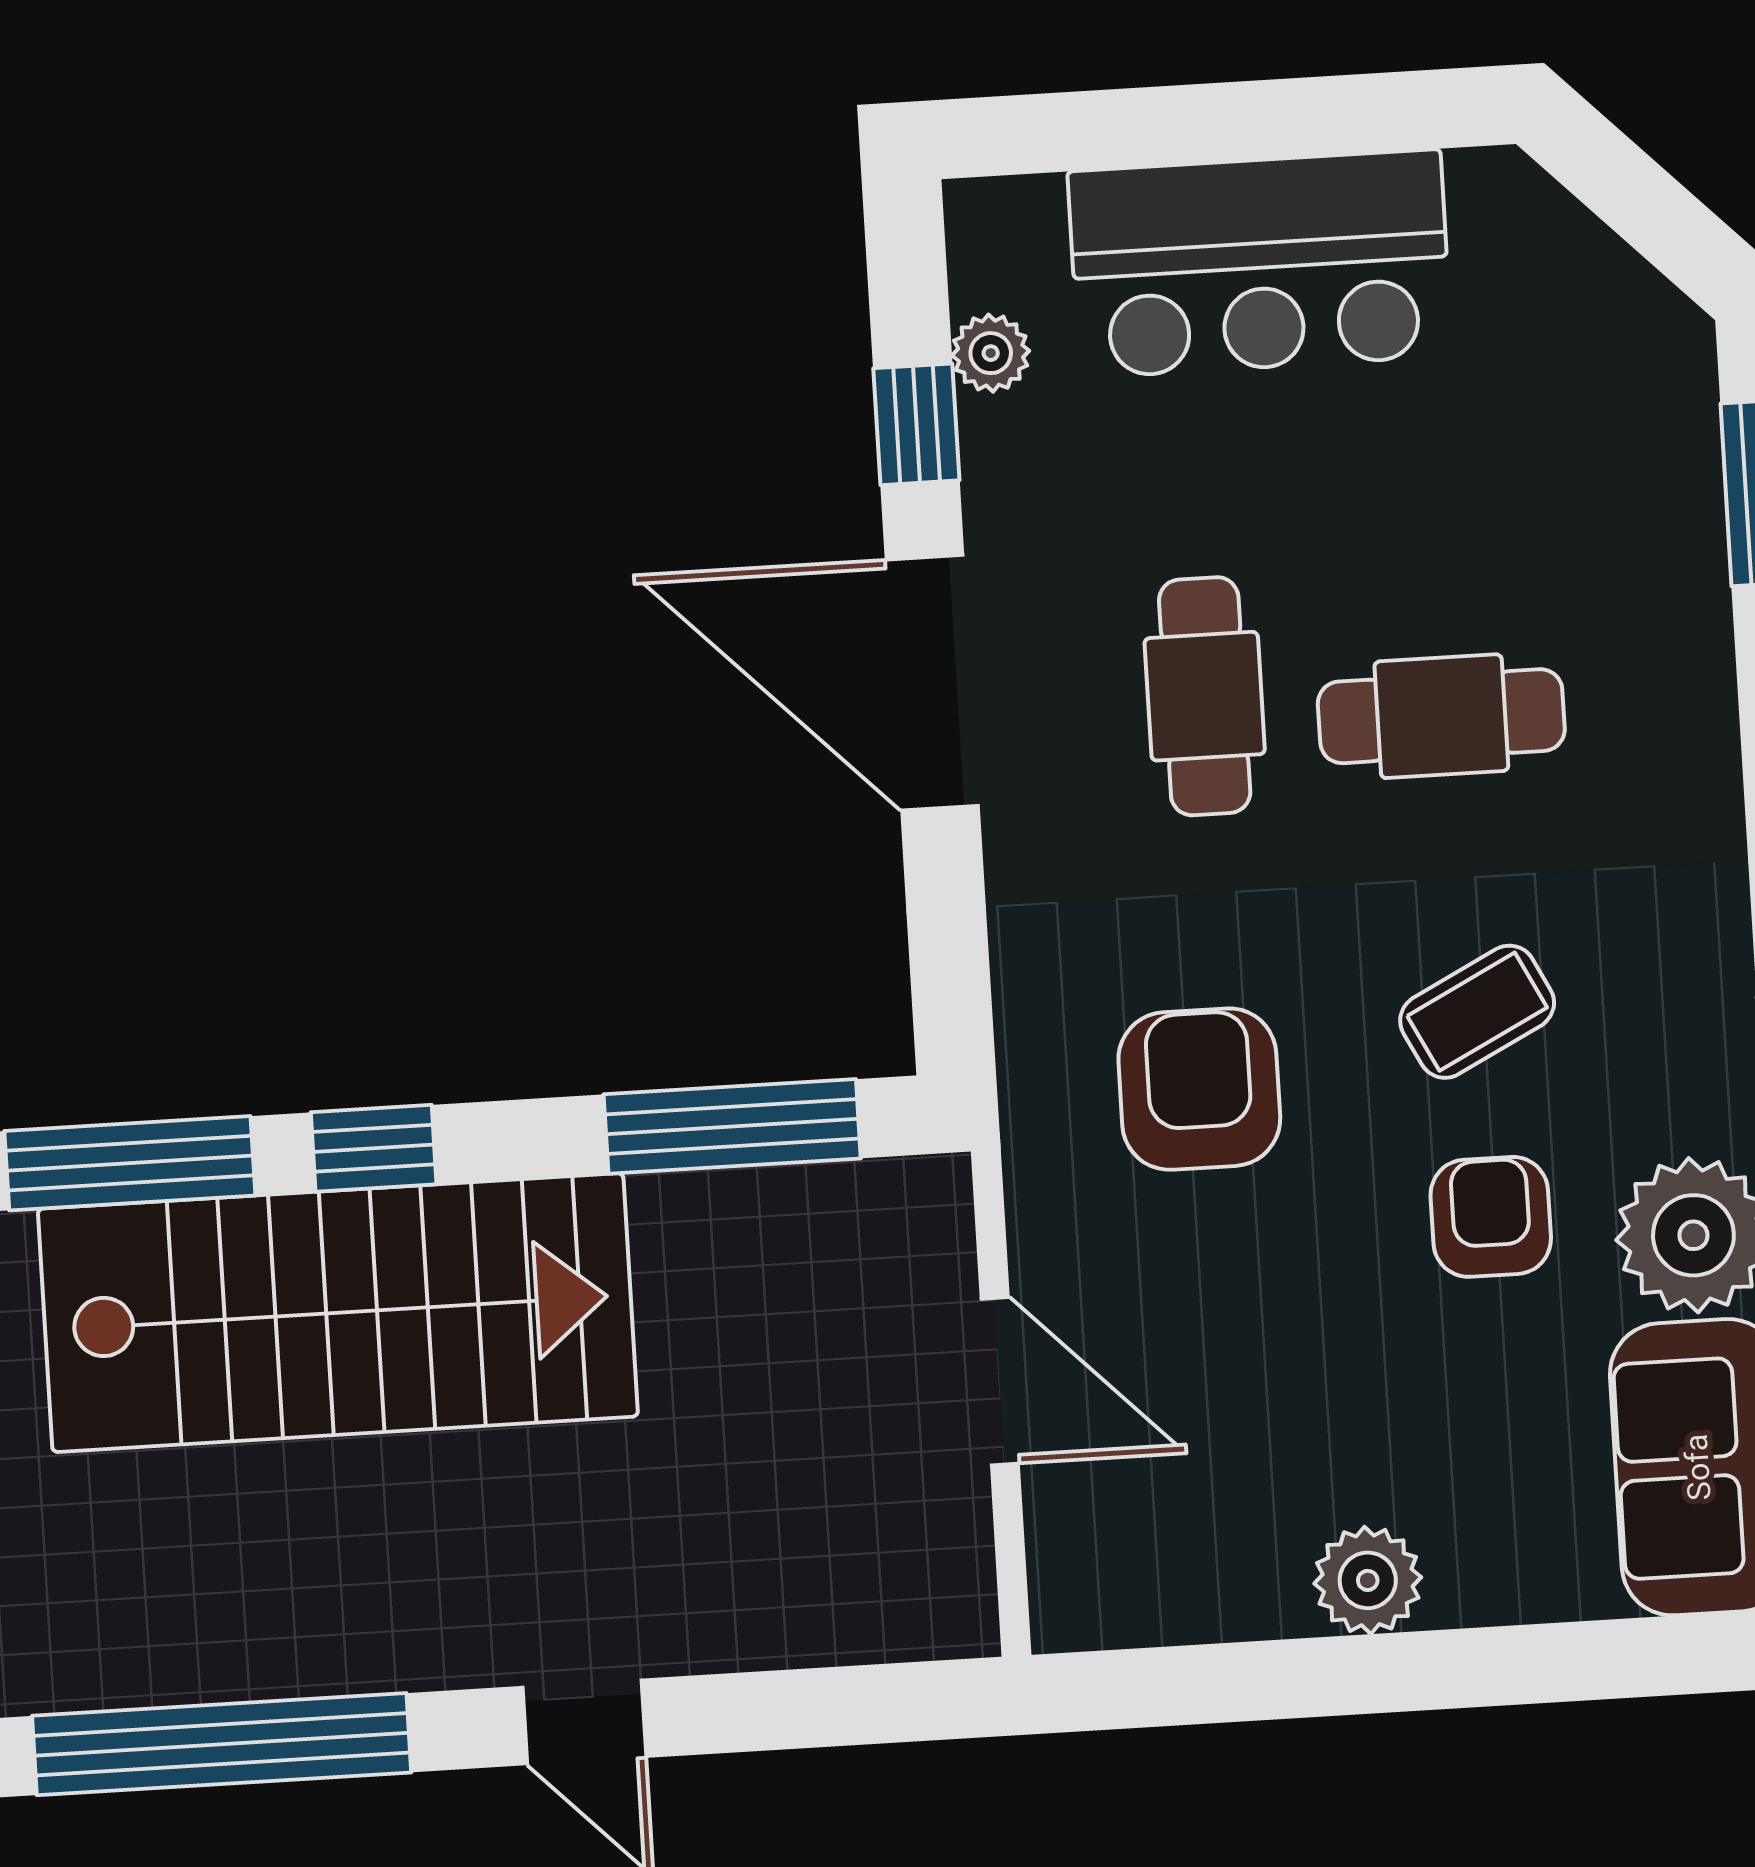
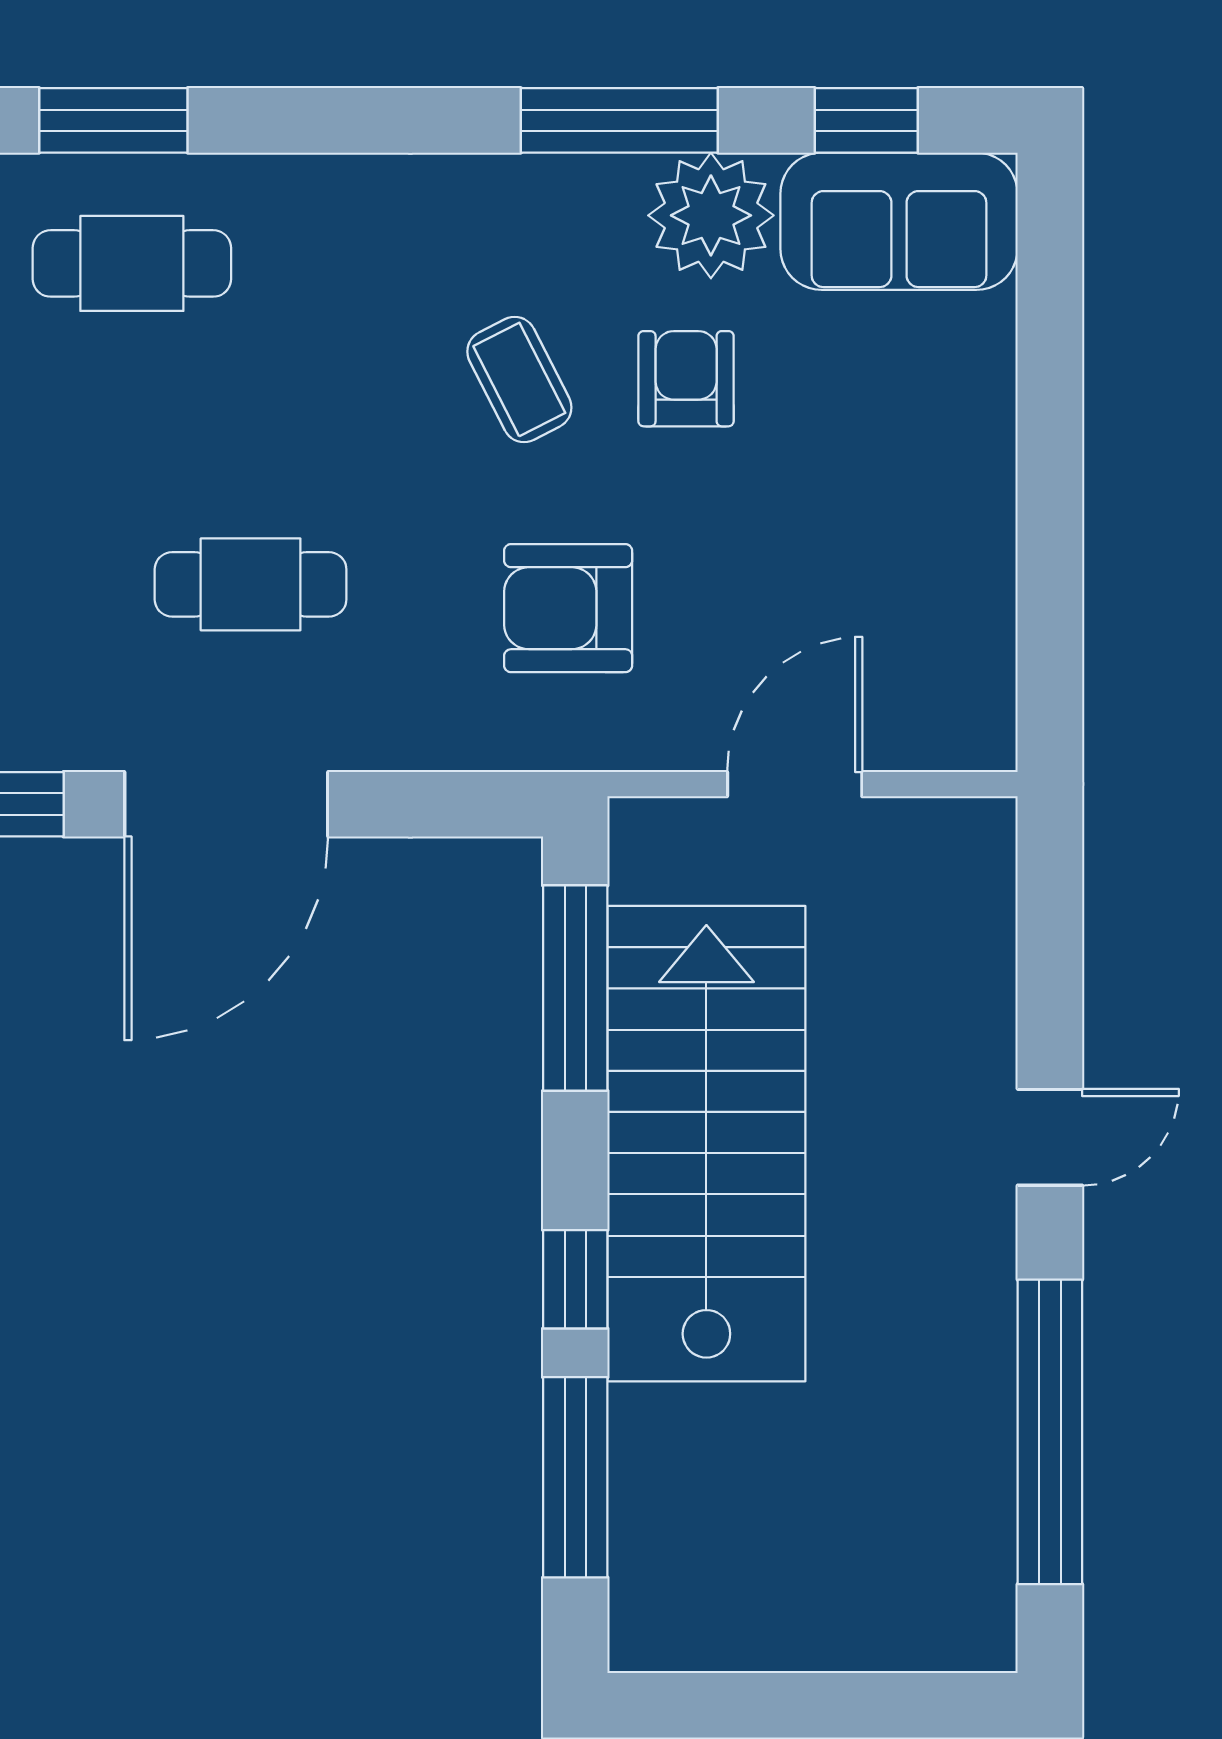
cafe table: (1441, 716) -> (132, 263), moved, turned 90
armchair: (1491, 1217) -> (686, 379), turned 90
stairs: (338, 1313) -> (706, 1144), moved
plant: (1368, 1580) -> (974, 496), removed

